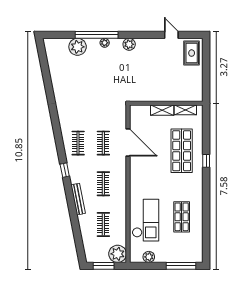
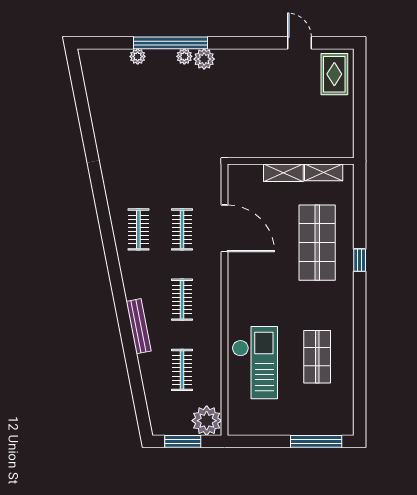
plant: (129, 44) -> (204, 59), moved
plant: (78, 47) -> (138, 56), width x0.53, depth x0.53
window: (65, 170) -> (115, 276), removed
plant: (149, 257) -> (260, 426), removed

